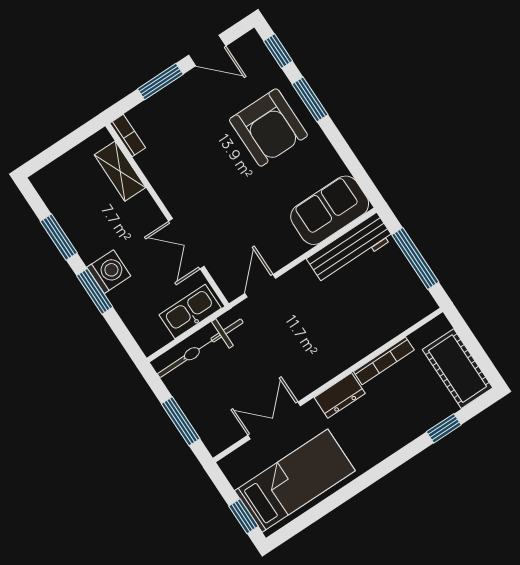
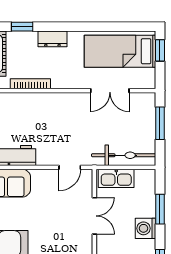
window: (95, 291) -> (160, 209), moved
dresser: (340, 396) -> (52, 39), moved, turned 180

